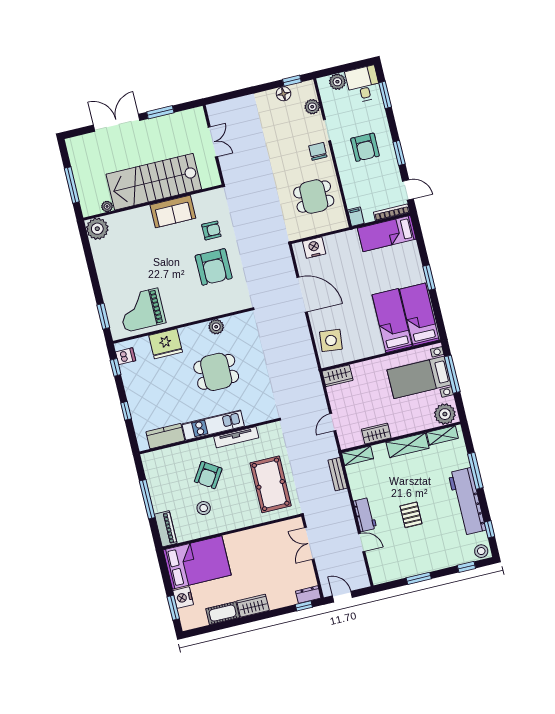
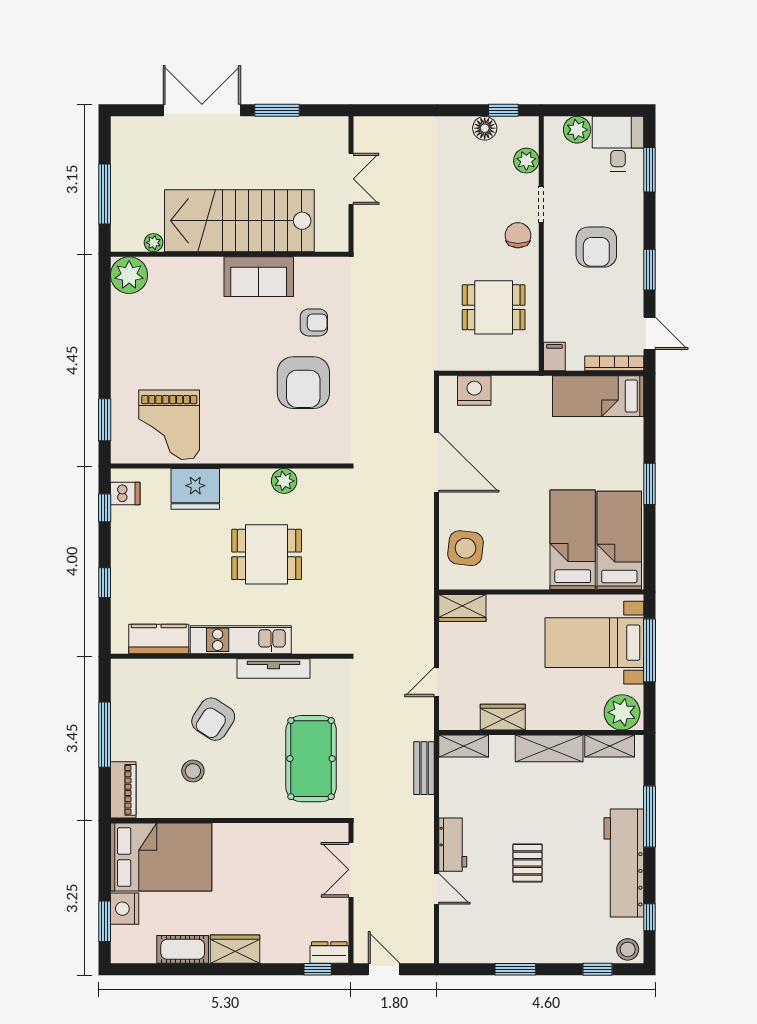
grand piano: (142, 310) -> (169, 425), turned -90

